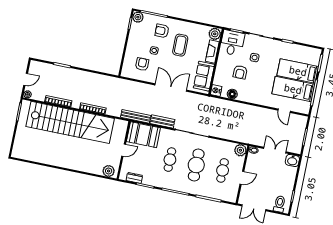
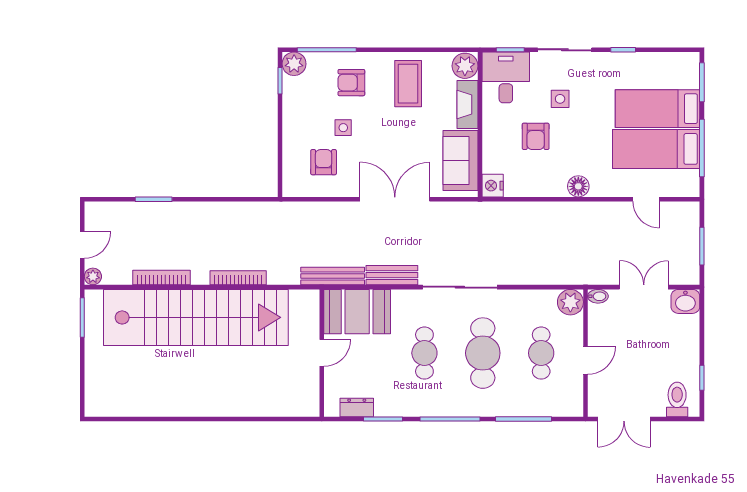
coffee table: (180, 45) -> (408, 84), moved
floor lamp: (232, 94) -> (578, 186), moved
plant: (109, 171) -> (299, 404), removed

